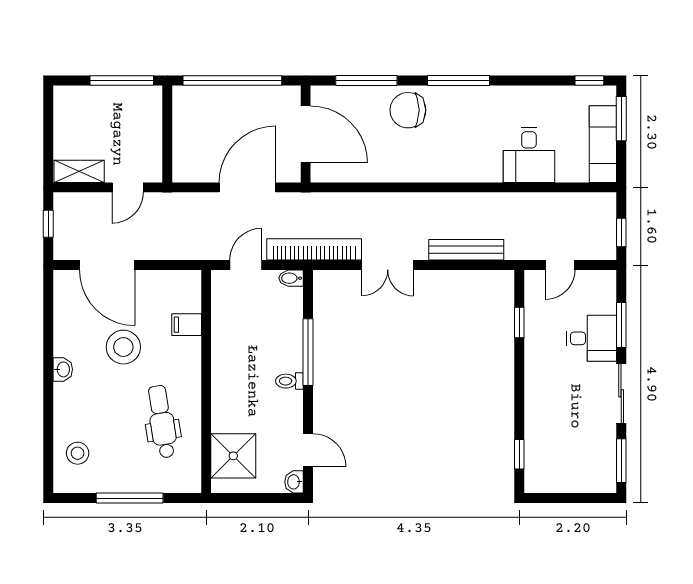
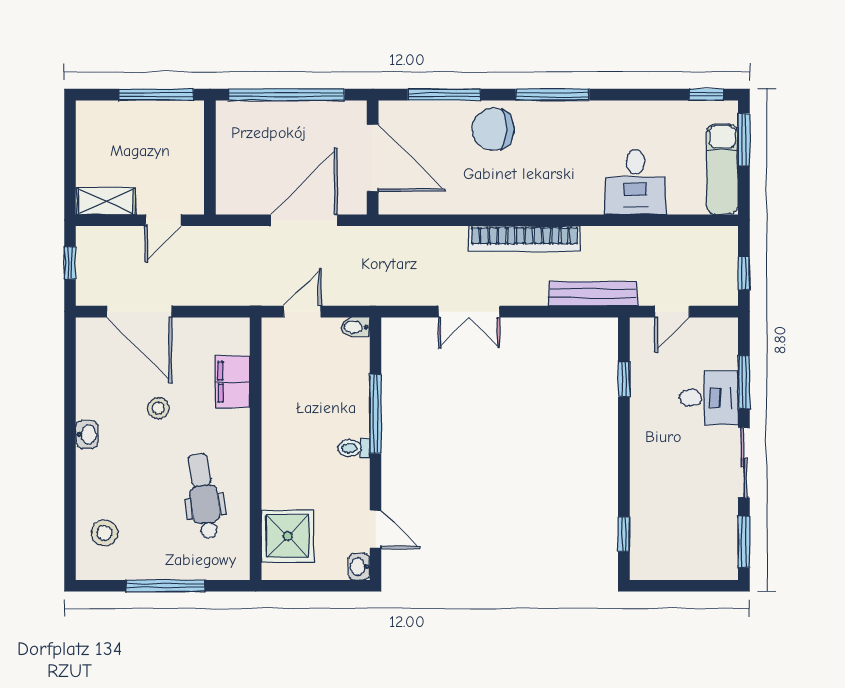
bookcase: (314, 249) -> (524, 239), moved, turned 180
bench: (466, 250) -> (593, 294), moved
filing cabinet: (187, 325) -> (233, 382), width x2.00
stool: (123, 347) -> (158, 408), width x0.53, depth x0.53

